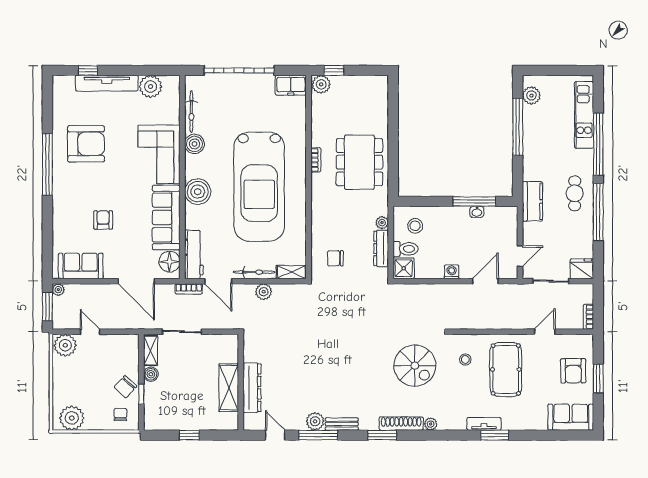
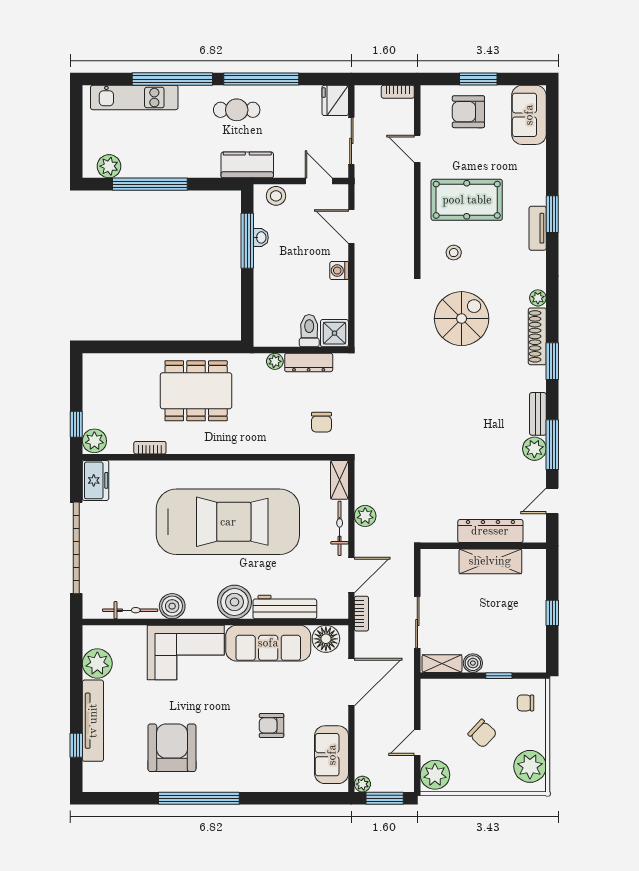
bookcase: (316, 160) -> (150, 448), moved
stool: (415, 226) -> (276, 196), moved
workbench: (194, 254) -> (285, 607), moved
armchair: (573, 371) -> (468, 112), turned 180
chair: (125, 387) -> (482, 733), moved

